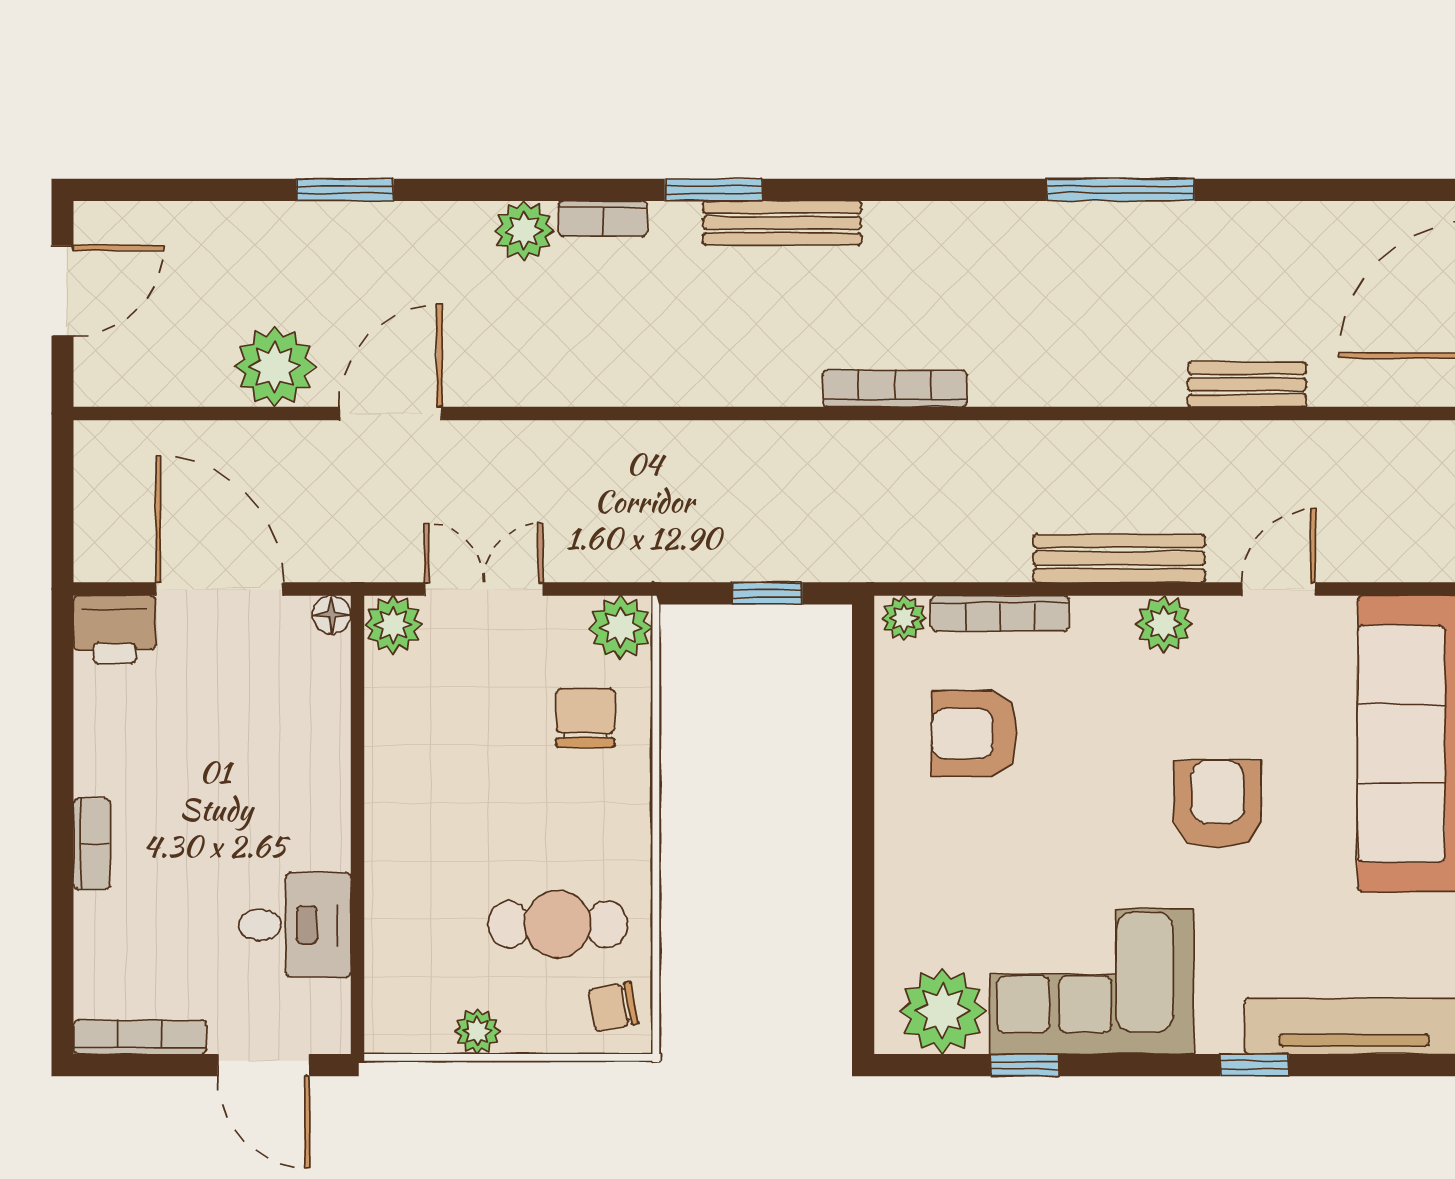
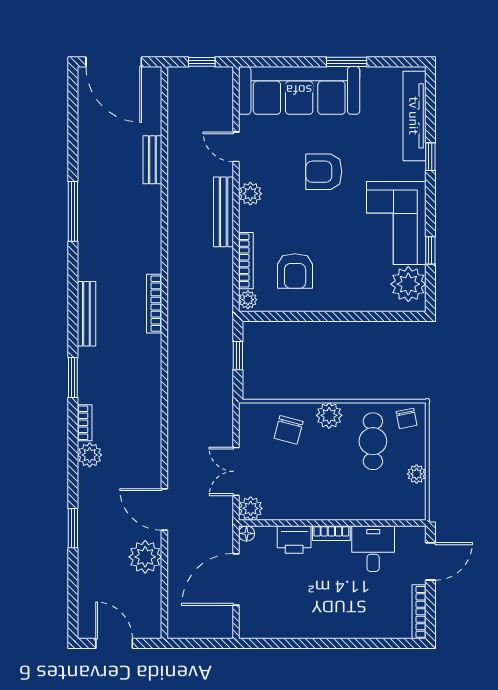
bench: (782, 223) -> (86, 314), moved
plant: (621, 628) -> (329, 415), moved
printer: (115, 630) -> (294, 540), moved, turned 90
chair: (585, 718) -> (289, 430), turned -75
bookcase: (92, 844) -> (331, 533), moved, turned 180

